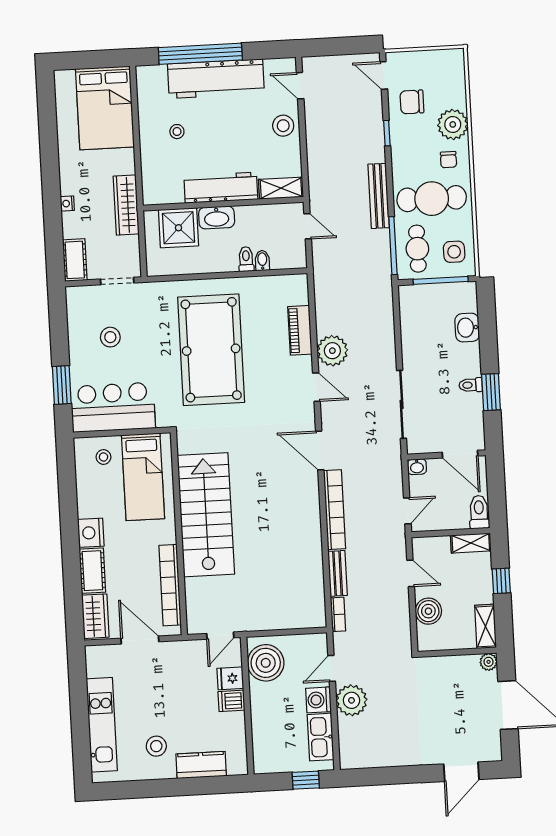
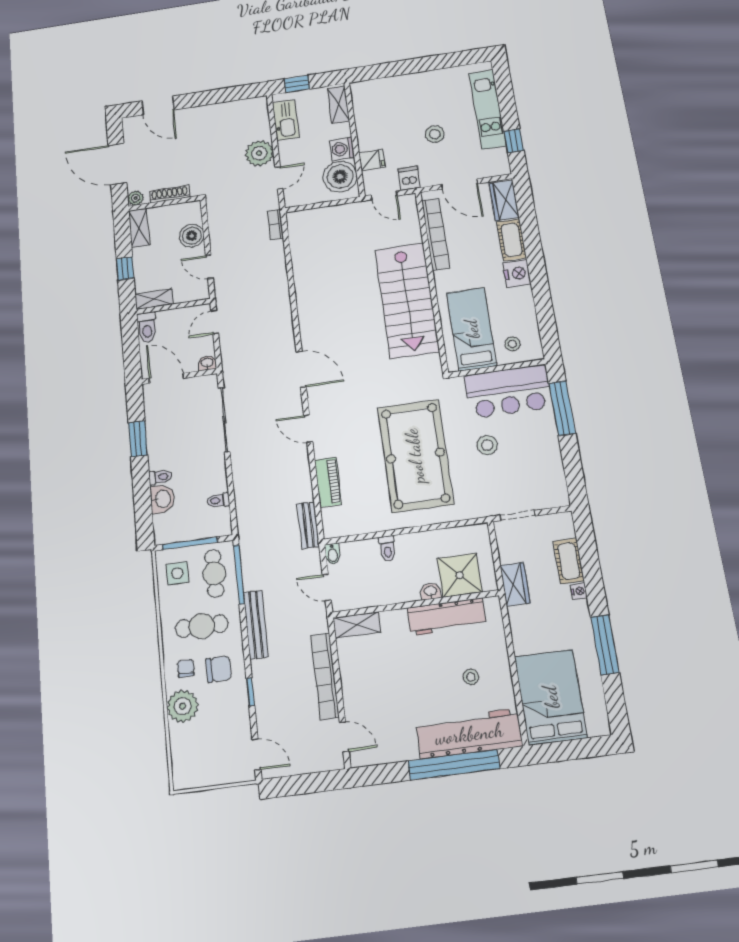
workbench: (216, 79) -> (469, 734), moved
chair: (412, 102) -> (219, 669), moved
stool: (283, 126) -> (359, 692), removed
window: (49, 152) -> (605, 645), added
workbench: (221, 188) -> (447, 617), moved
cafe table: (432, 199) -> (202, 626), width x0.73, depth x0.74
wardrobe: (126, 205) -> (515, 584), width x0.67
washbasin: (217, 217) -> (430, 591), width x0.52, depth x0.69
cot: (75, 260) -> (569, 561), moved
bidet: (262, 261) -> (332, 554), moved
toilet: (411, 321) -> (218, 500), added
stool: (110, 337) -> (487, 445), moved
plant: (332, 351) -> (294, 465), removed
window: (62, 385) -> (562, 408), width x1.44
toilet: (471, 385) -> (160, 477), moved
bookcase: (335, 510) -> (325, 676), moved
bench: (338, 573) -> (308, 525), moved
door: (220, 636) -> (384, 195), swing flipped
shoe rack: (451, 662) -> (170, 194), added
window: (78, 684) -> (514, 141), added
washing machine: (318, 700) -> (342, 149), moved, turned 180
dishwasher: (231, 701) -> (409, 178), moved, turned -90
stool: (156, 746) -> (435, 134), moved
shelving: (262, 749) -> (338, 105), added
kitchen counter: (201, 765) -> (393, 86), removed
door: (461, 772) -> (158, 105), swing flipped

